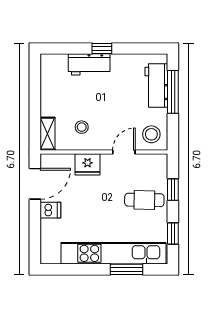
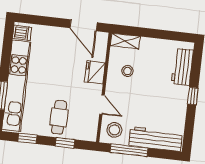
workbench: (89, 64) -> (182, 67), moved
workbench: (156, 86) -> (156, 139), width x1.38
window: (173, 92) -> (129, 150), moved
dishwasher: (50, 210) -> (22, 33), moved, turned -90

